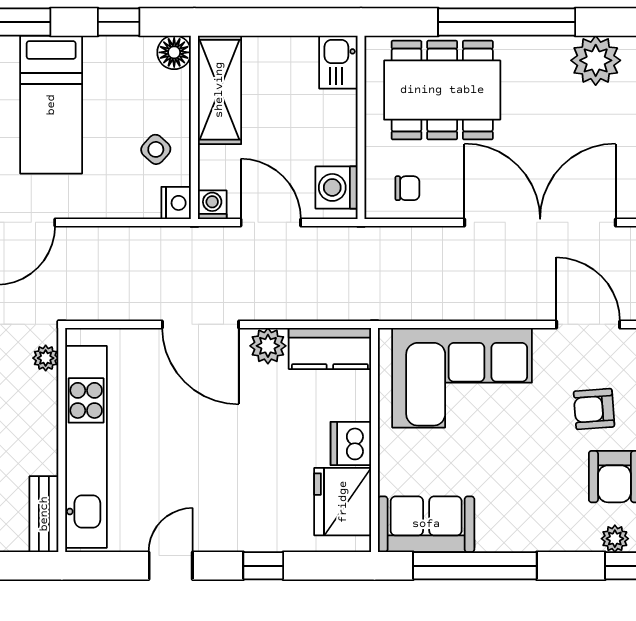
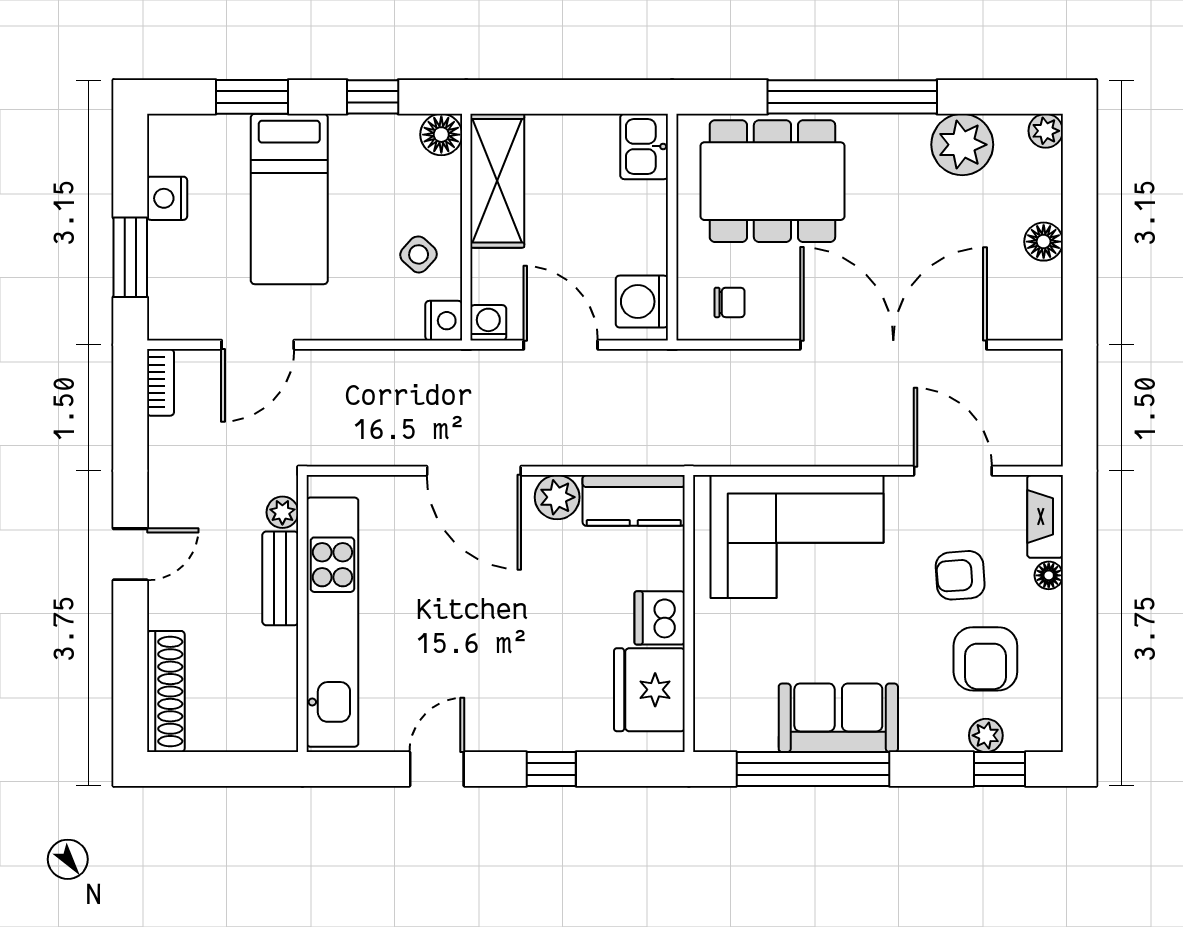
bench: (44, 514) -> (280, 578), moved
sofa: (426, 524) -> (838, 718), moved

